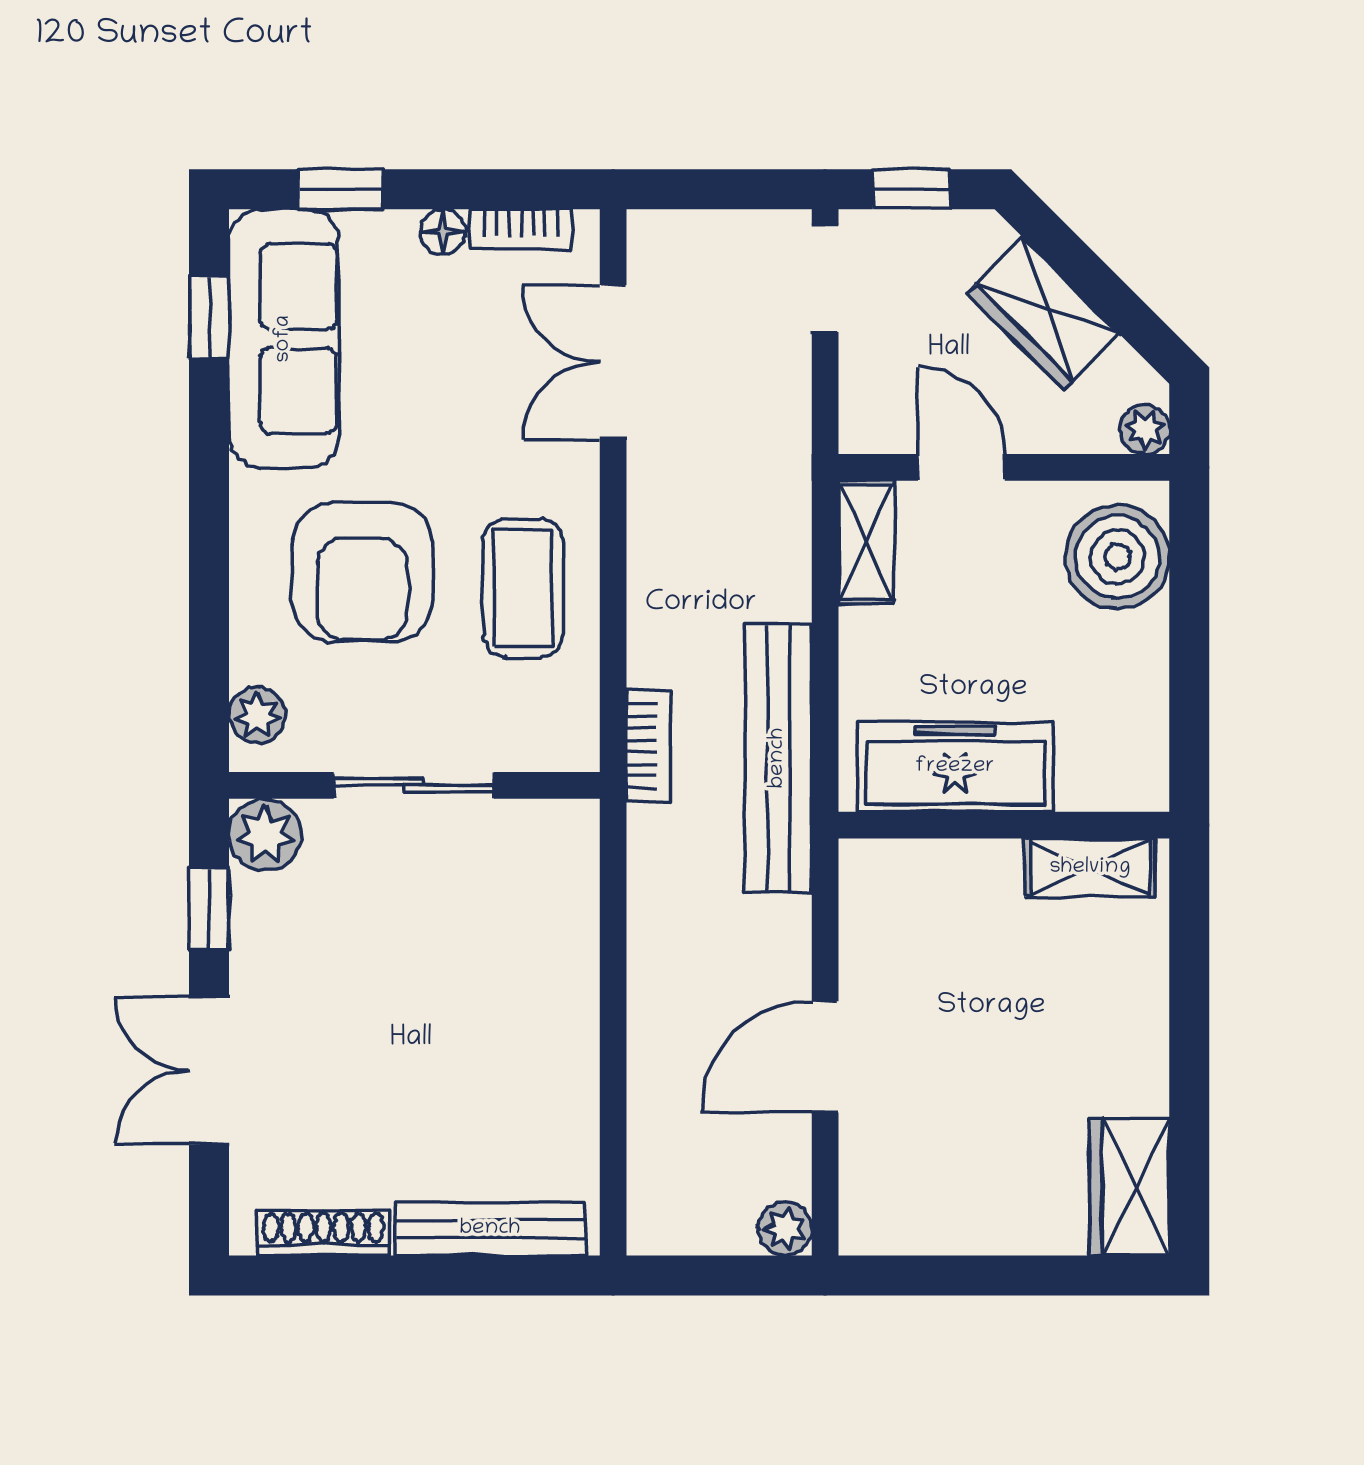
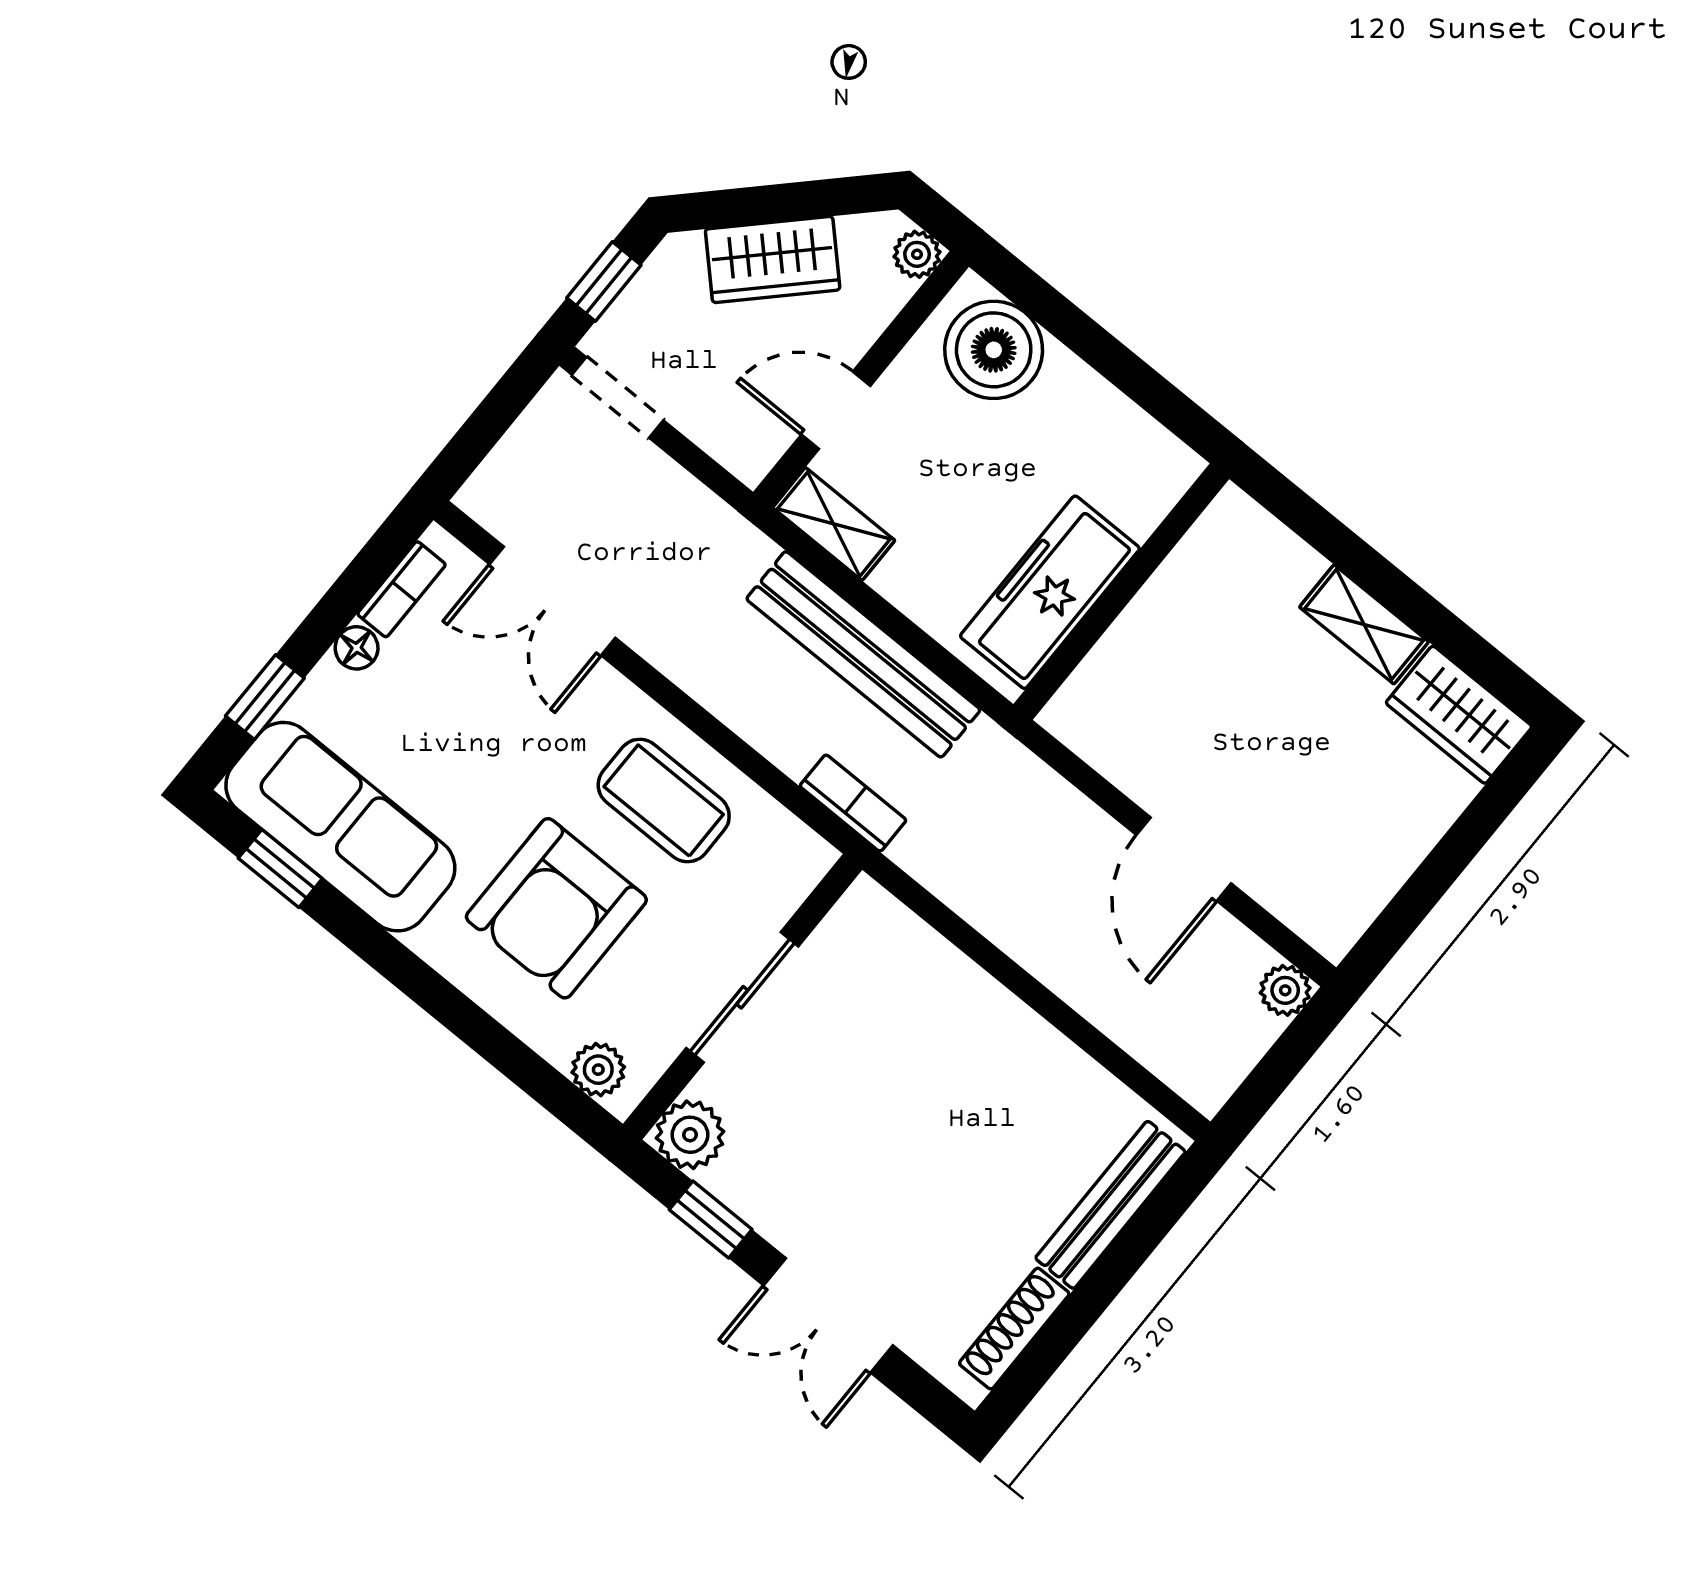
armchair: (362, 572) -> (556, 908), turned 90
bench: (778, 758) -> (863, 654), moved
shelving: (1090, 868) -> (1364, 624), moved, turned 90

